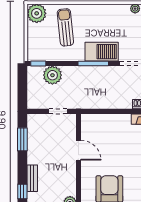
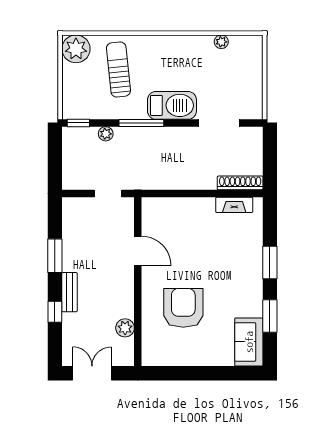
window: (93, 64) -> (141, 123), moved
plant: (52, 75) -> (106, 134), width x0.53, depth x0.53
window: (22, 139) -> (55, 256), moved

